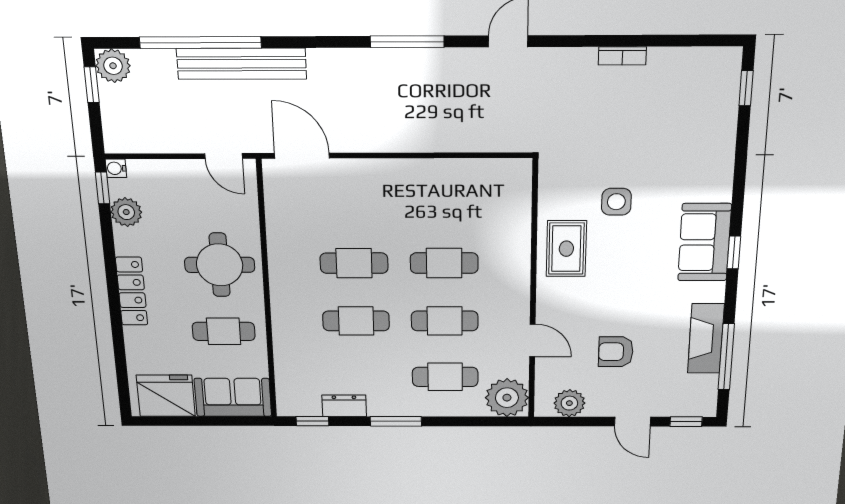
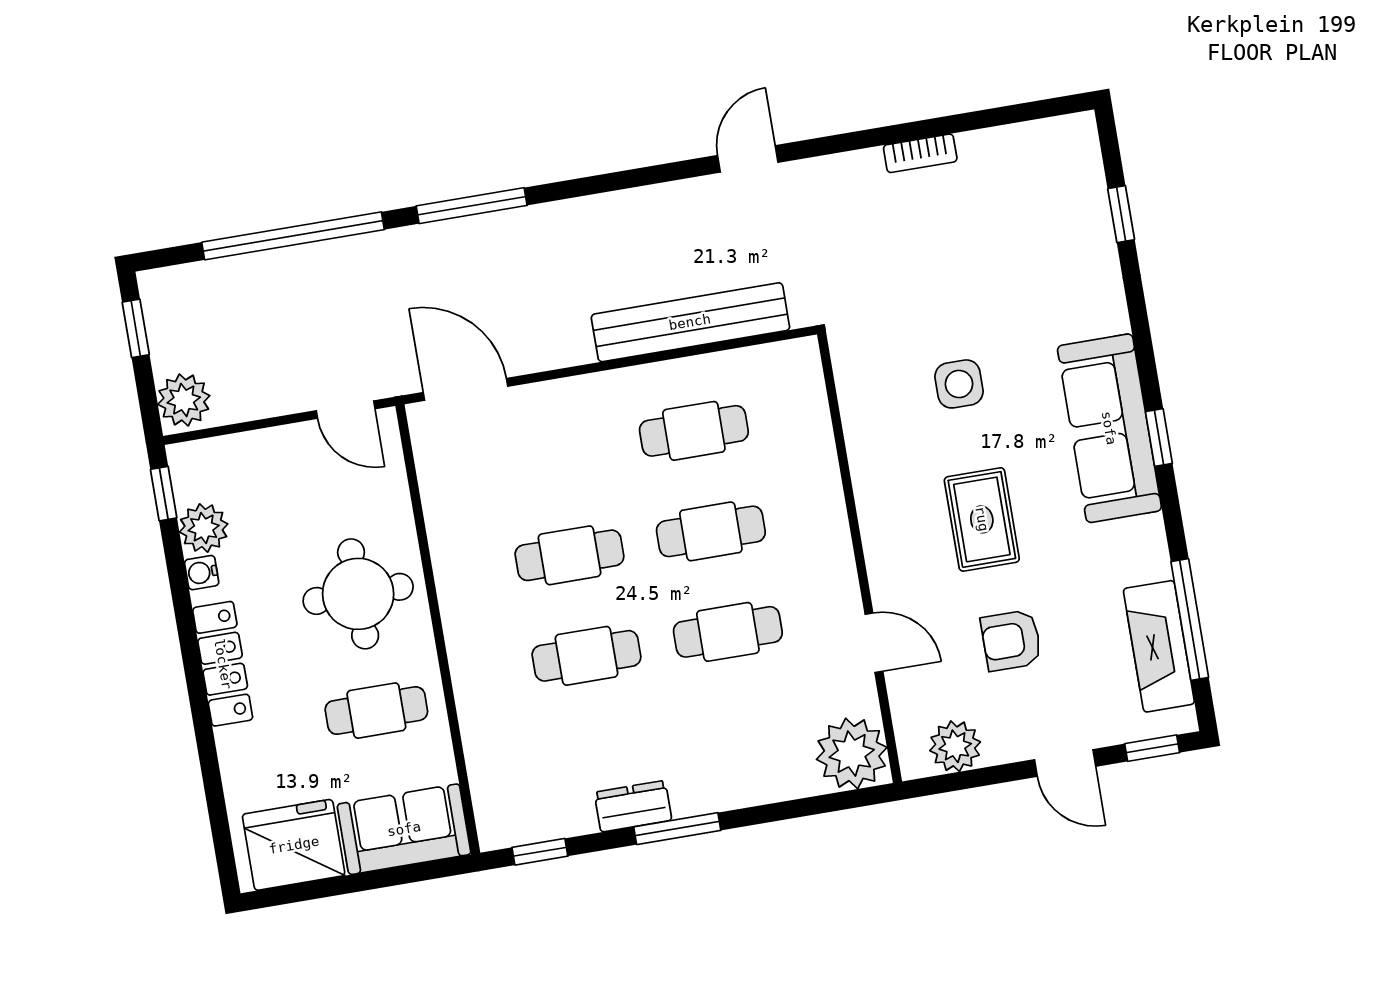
window: (407, 42) -> (472, 206), moved
bench: (242, 64) -> (690, 322), moved
plant: (113, 66) -> (184, 400), moved
window: (746, 88) -> (1121, 214), moved
water cooler: (116, 168) -> (202, 573), moved
sofa: (705, 242) -> (1109, 428), width x1.36
rug: (566, 249) -> (982, 519), moved
fireplace: (706, 339) -> (1159, 646), moved
cafe table: (445, 377) -> (694, 431), moved
dresser: (344, 406) -> (633, 806), moved

